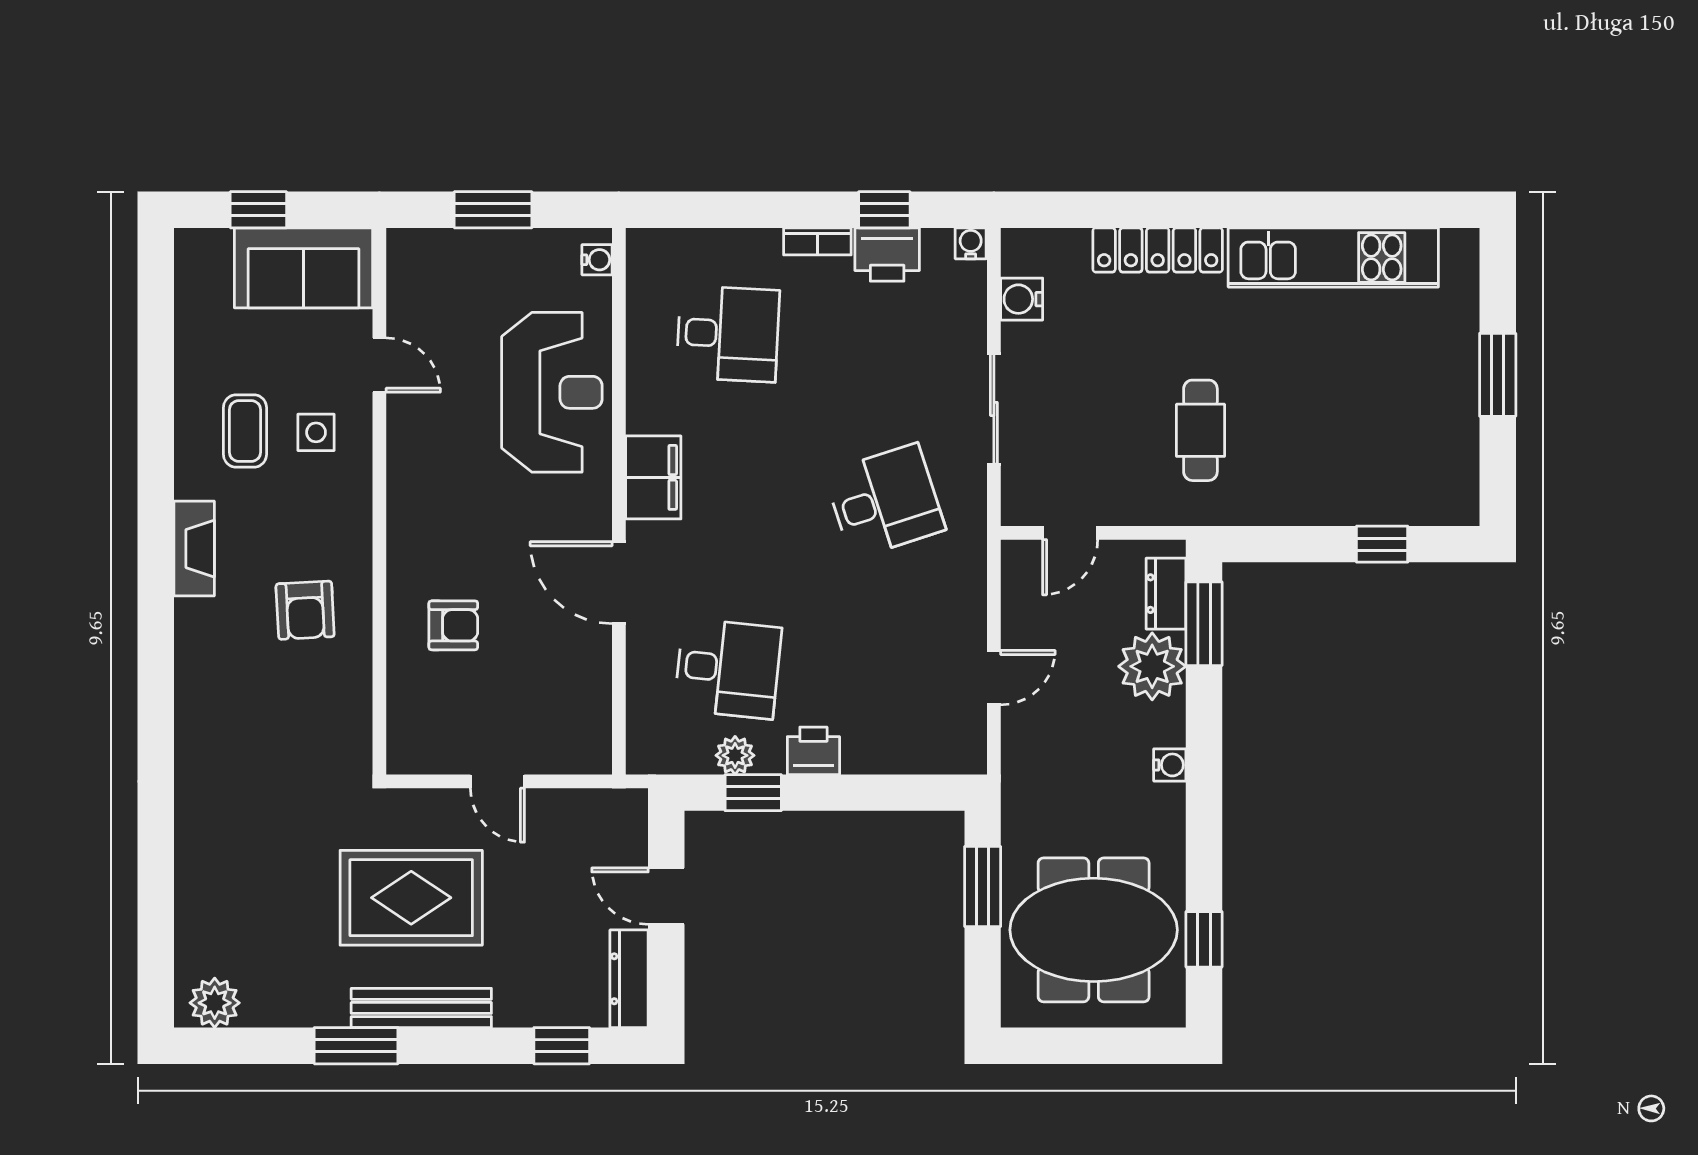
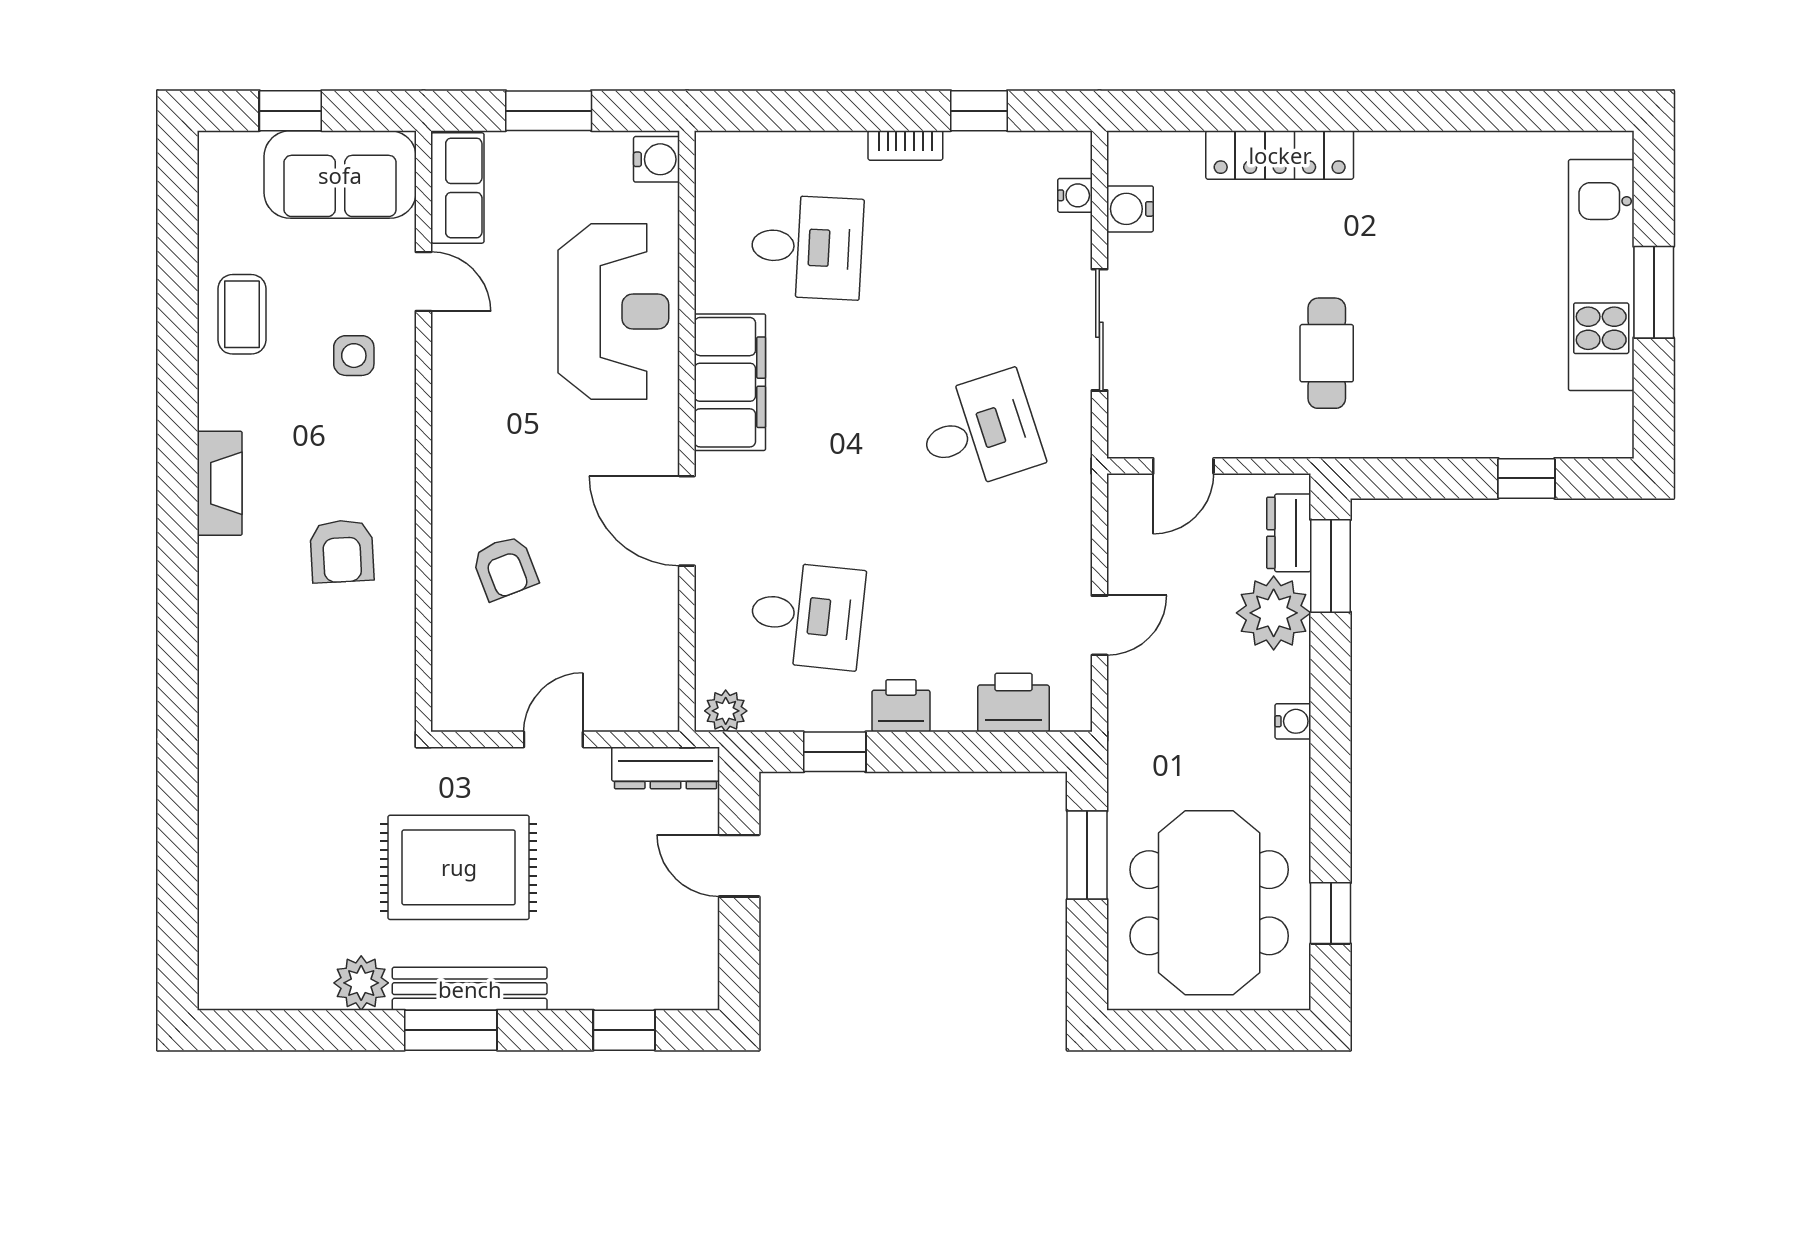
water cooler: (971, 243) -> (1075, 195), moved, turned 90
printer: (887, 255) -> (1014, 703), moved, turned 180
kitchen unit: (1333, 257) -> (1601, 275), moved, turned 90
water cooler: (597, 260) -> (657, 159), width x1.38, depth x1.38
row of seats: (410, 280) -> (457, 188), added
coffee table: (245, 431) -> (242, 314), moved
filing cabinet: (653, 477) -> (730, 382), width x1.50, depth x1.17
armchair: (453, 625) -> (505, 568), turned 69
plant: (735, 755) -> (726, 711), moved
door: (497, 781) -> (553, 739), swing flipped
meeting table: (1094, 930) -> (1209, 903), turned 90
dresser: (629, 979) -> (666, 768), moved, turned -90
plant: (215, 1003) -> (361, 983), moved
window: (356, 1046) -> (451, 1030), moved

